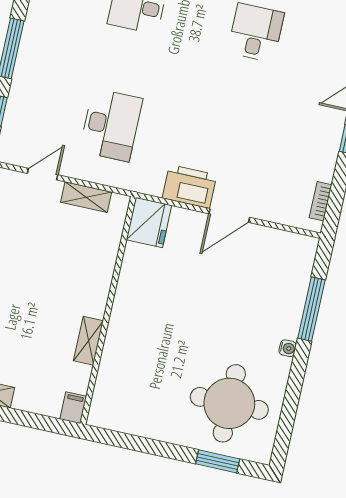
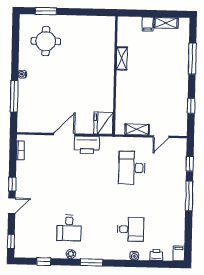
round table: (229, 403) -> (46, 41), width x0.73, depth x0.73
filing cabinet: (73, 408) -> (148, 24), moved

